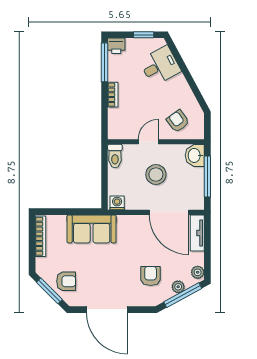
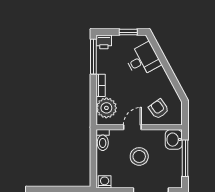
plant: (119, 120) -> (106, 108), added

